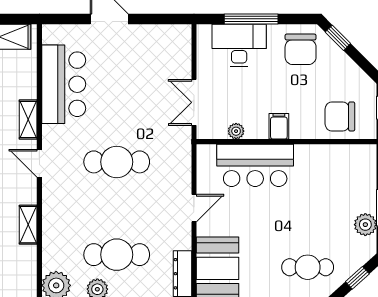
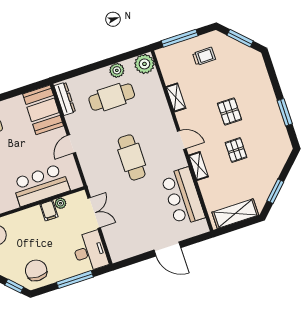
desk: (239, 45) -> (90, 251), moved, turned -90
filing cabinet: (279, 126) -> (49, 211), moved
cafe table: (117, 162) -> (132, 157), turned 90

